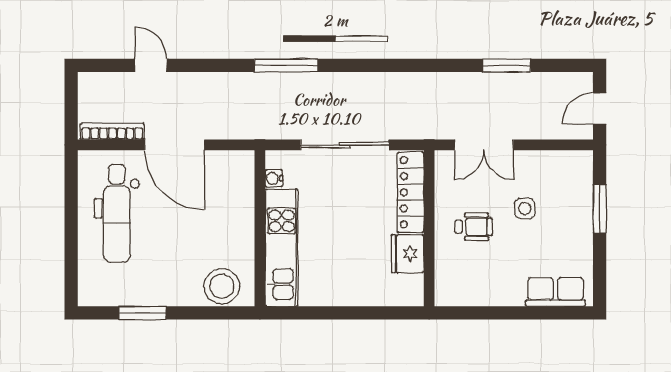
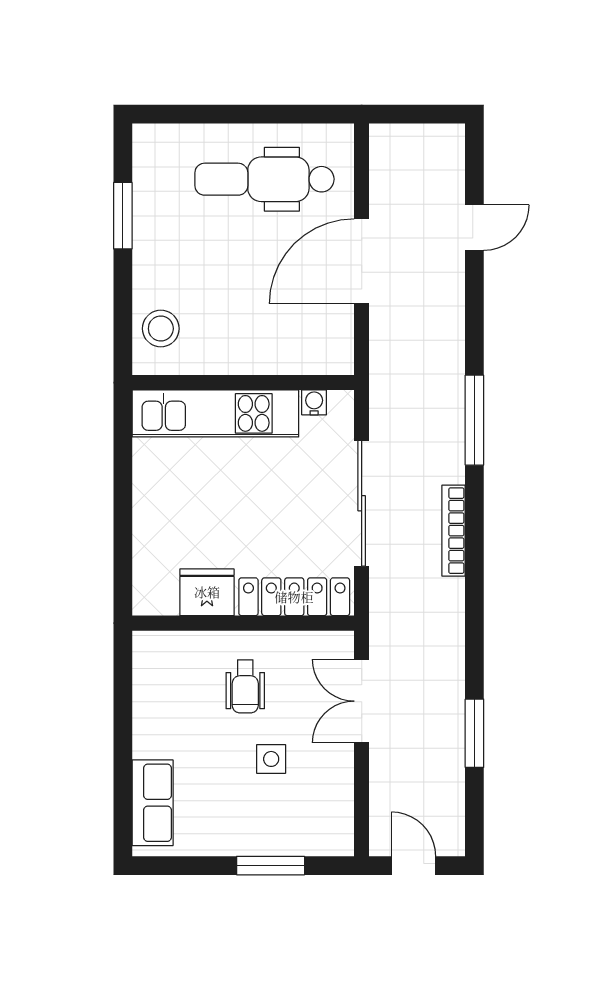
bookcase: (112, 131) -> (454, 531), moved, turned 180
stool: (222, 286) -> (161, 329), width x0.73, depth x0.73

